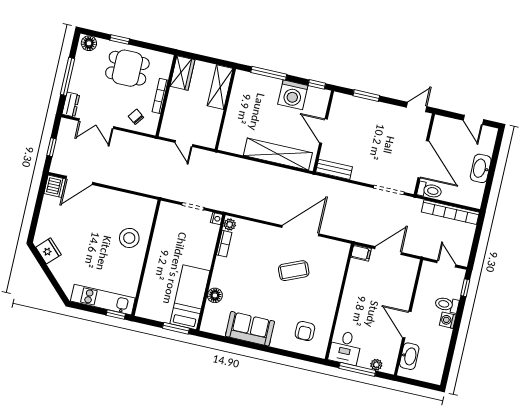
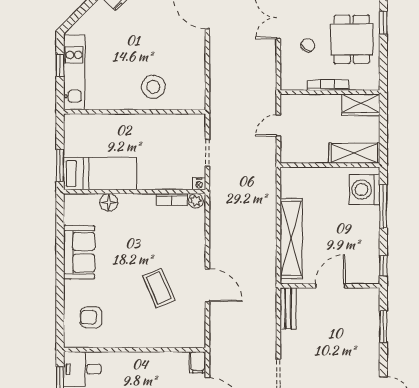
washing machine: (293, 95) -> (365, 189), moved
chair: (136, 117) -> (308, 45), moved
door: (300, 231) -> (207, 285), width x0.73
window: (116, 315) -> (60, 65), moved

